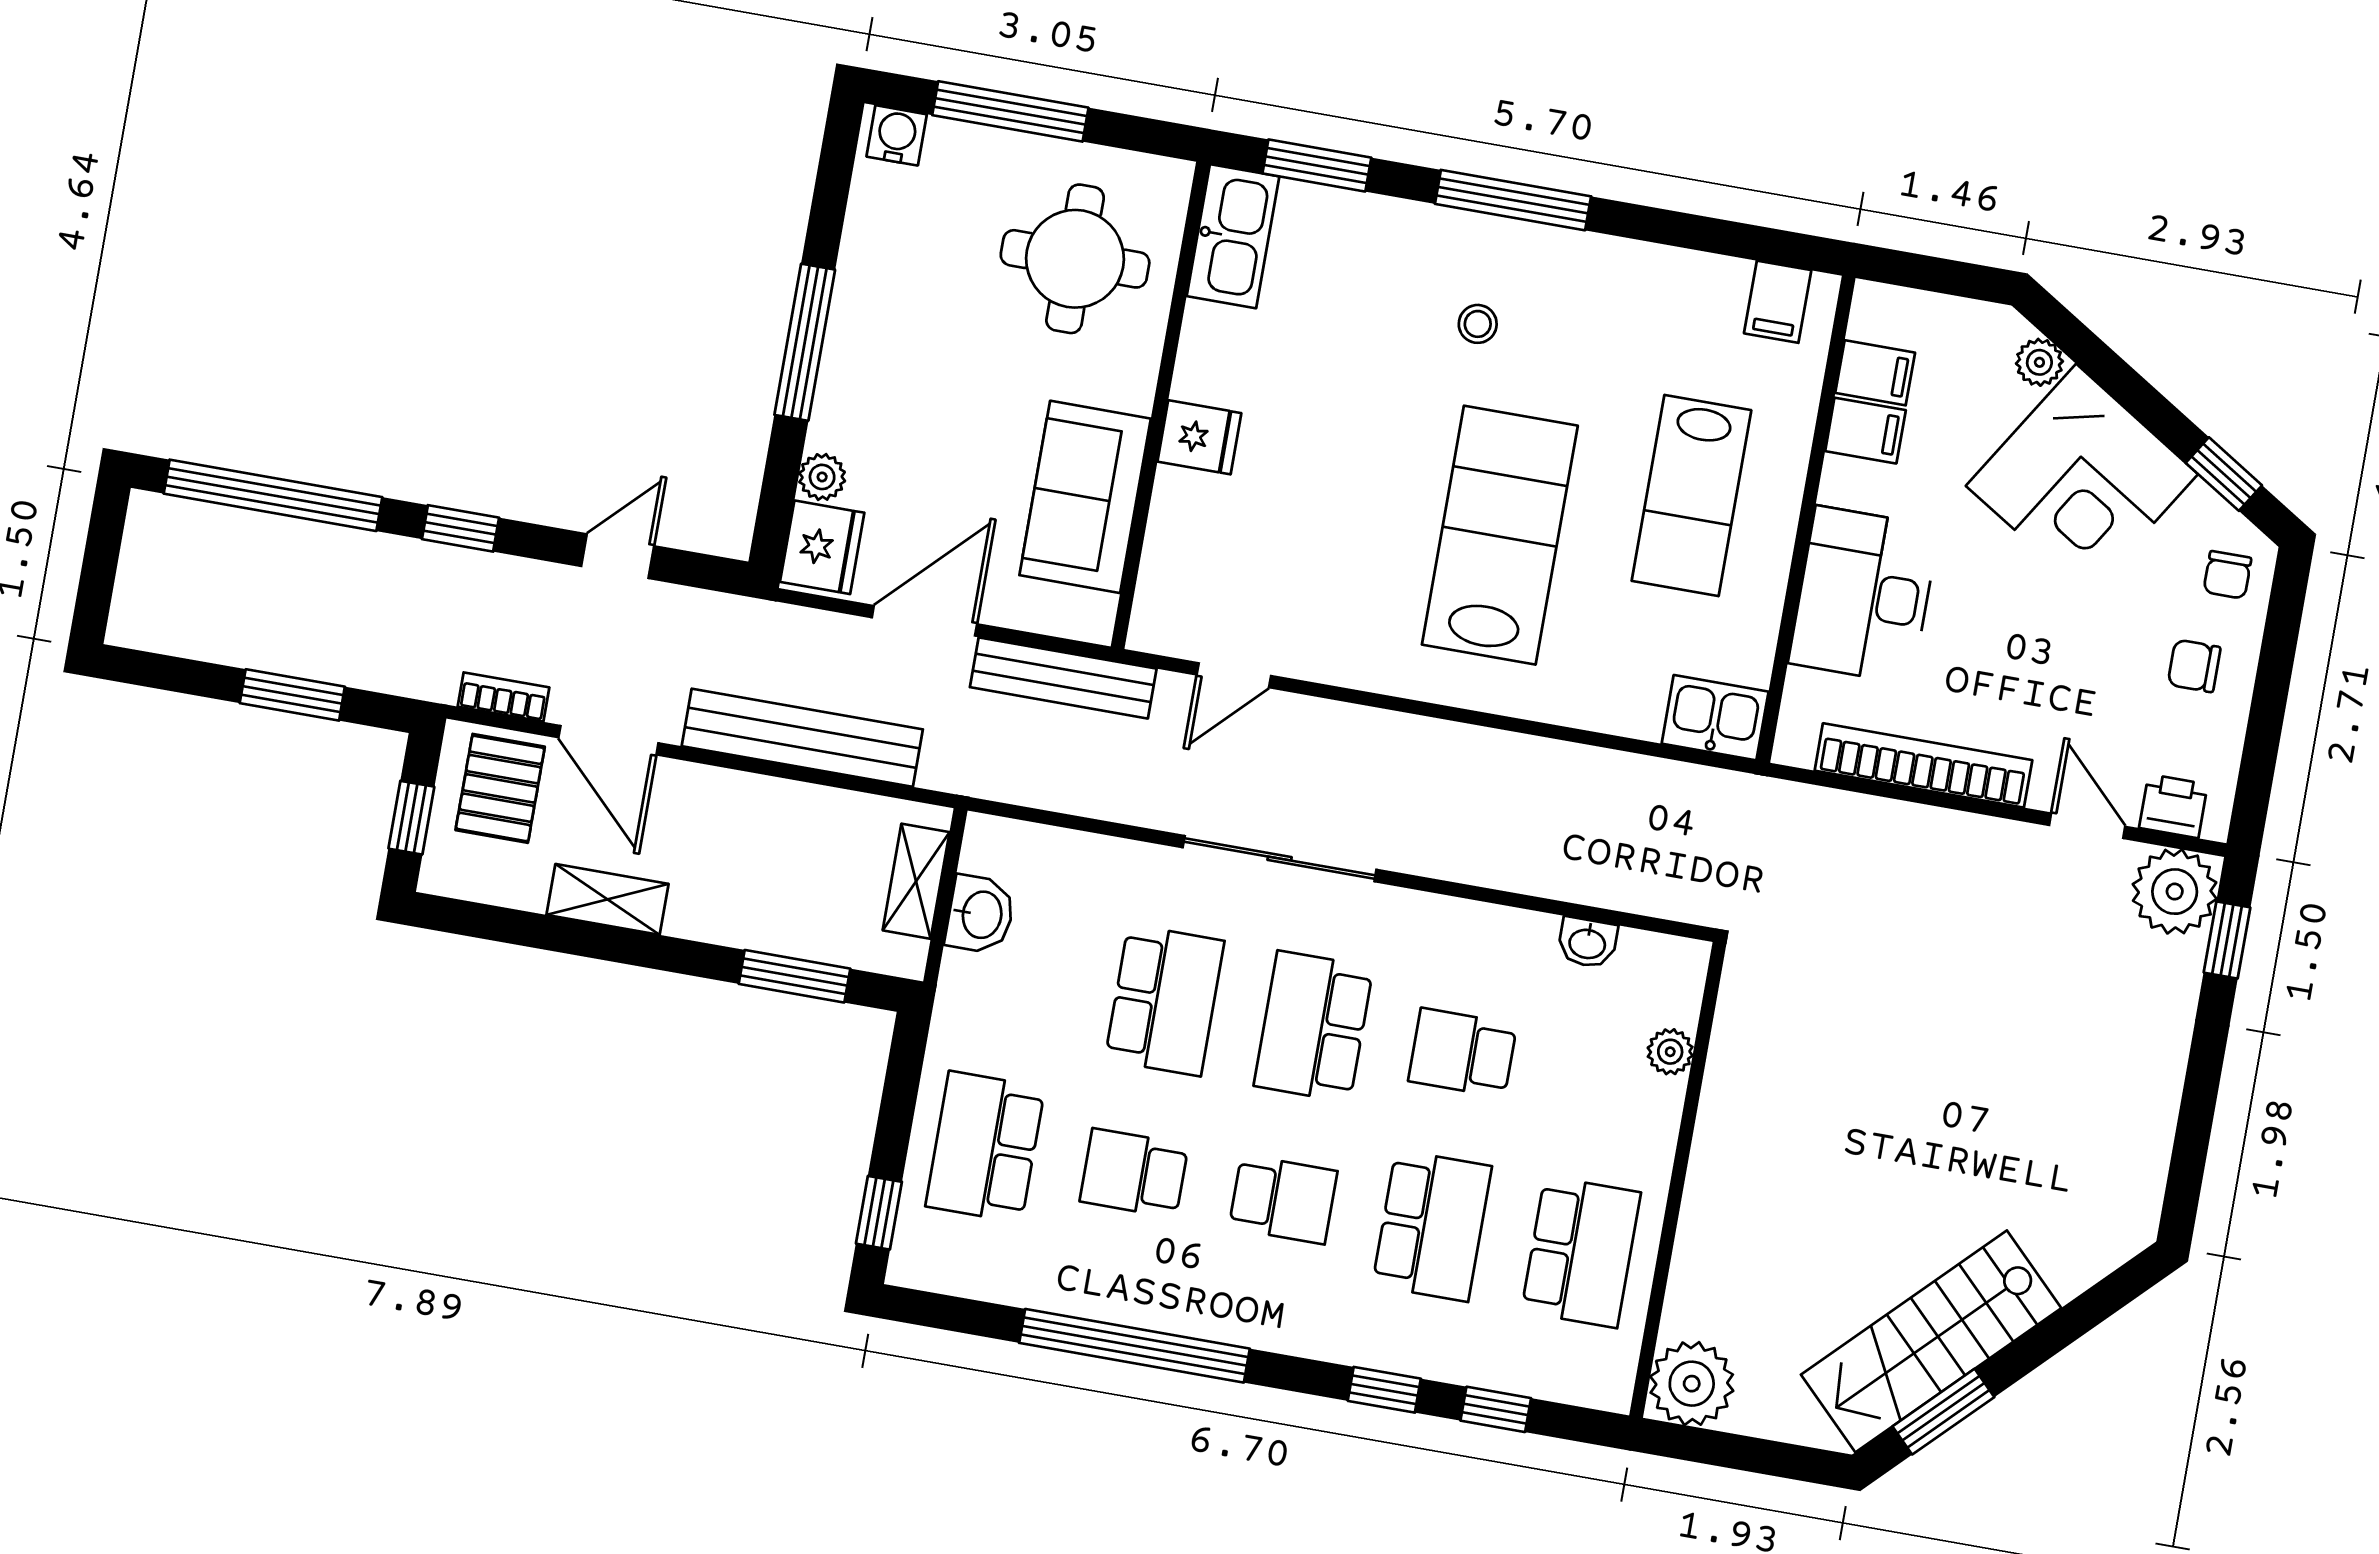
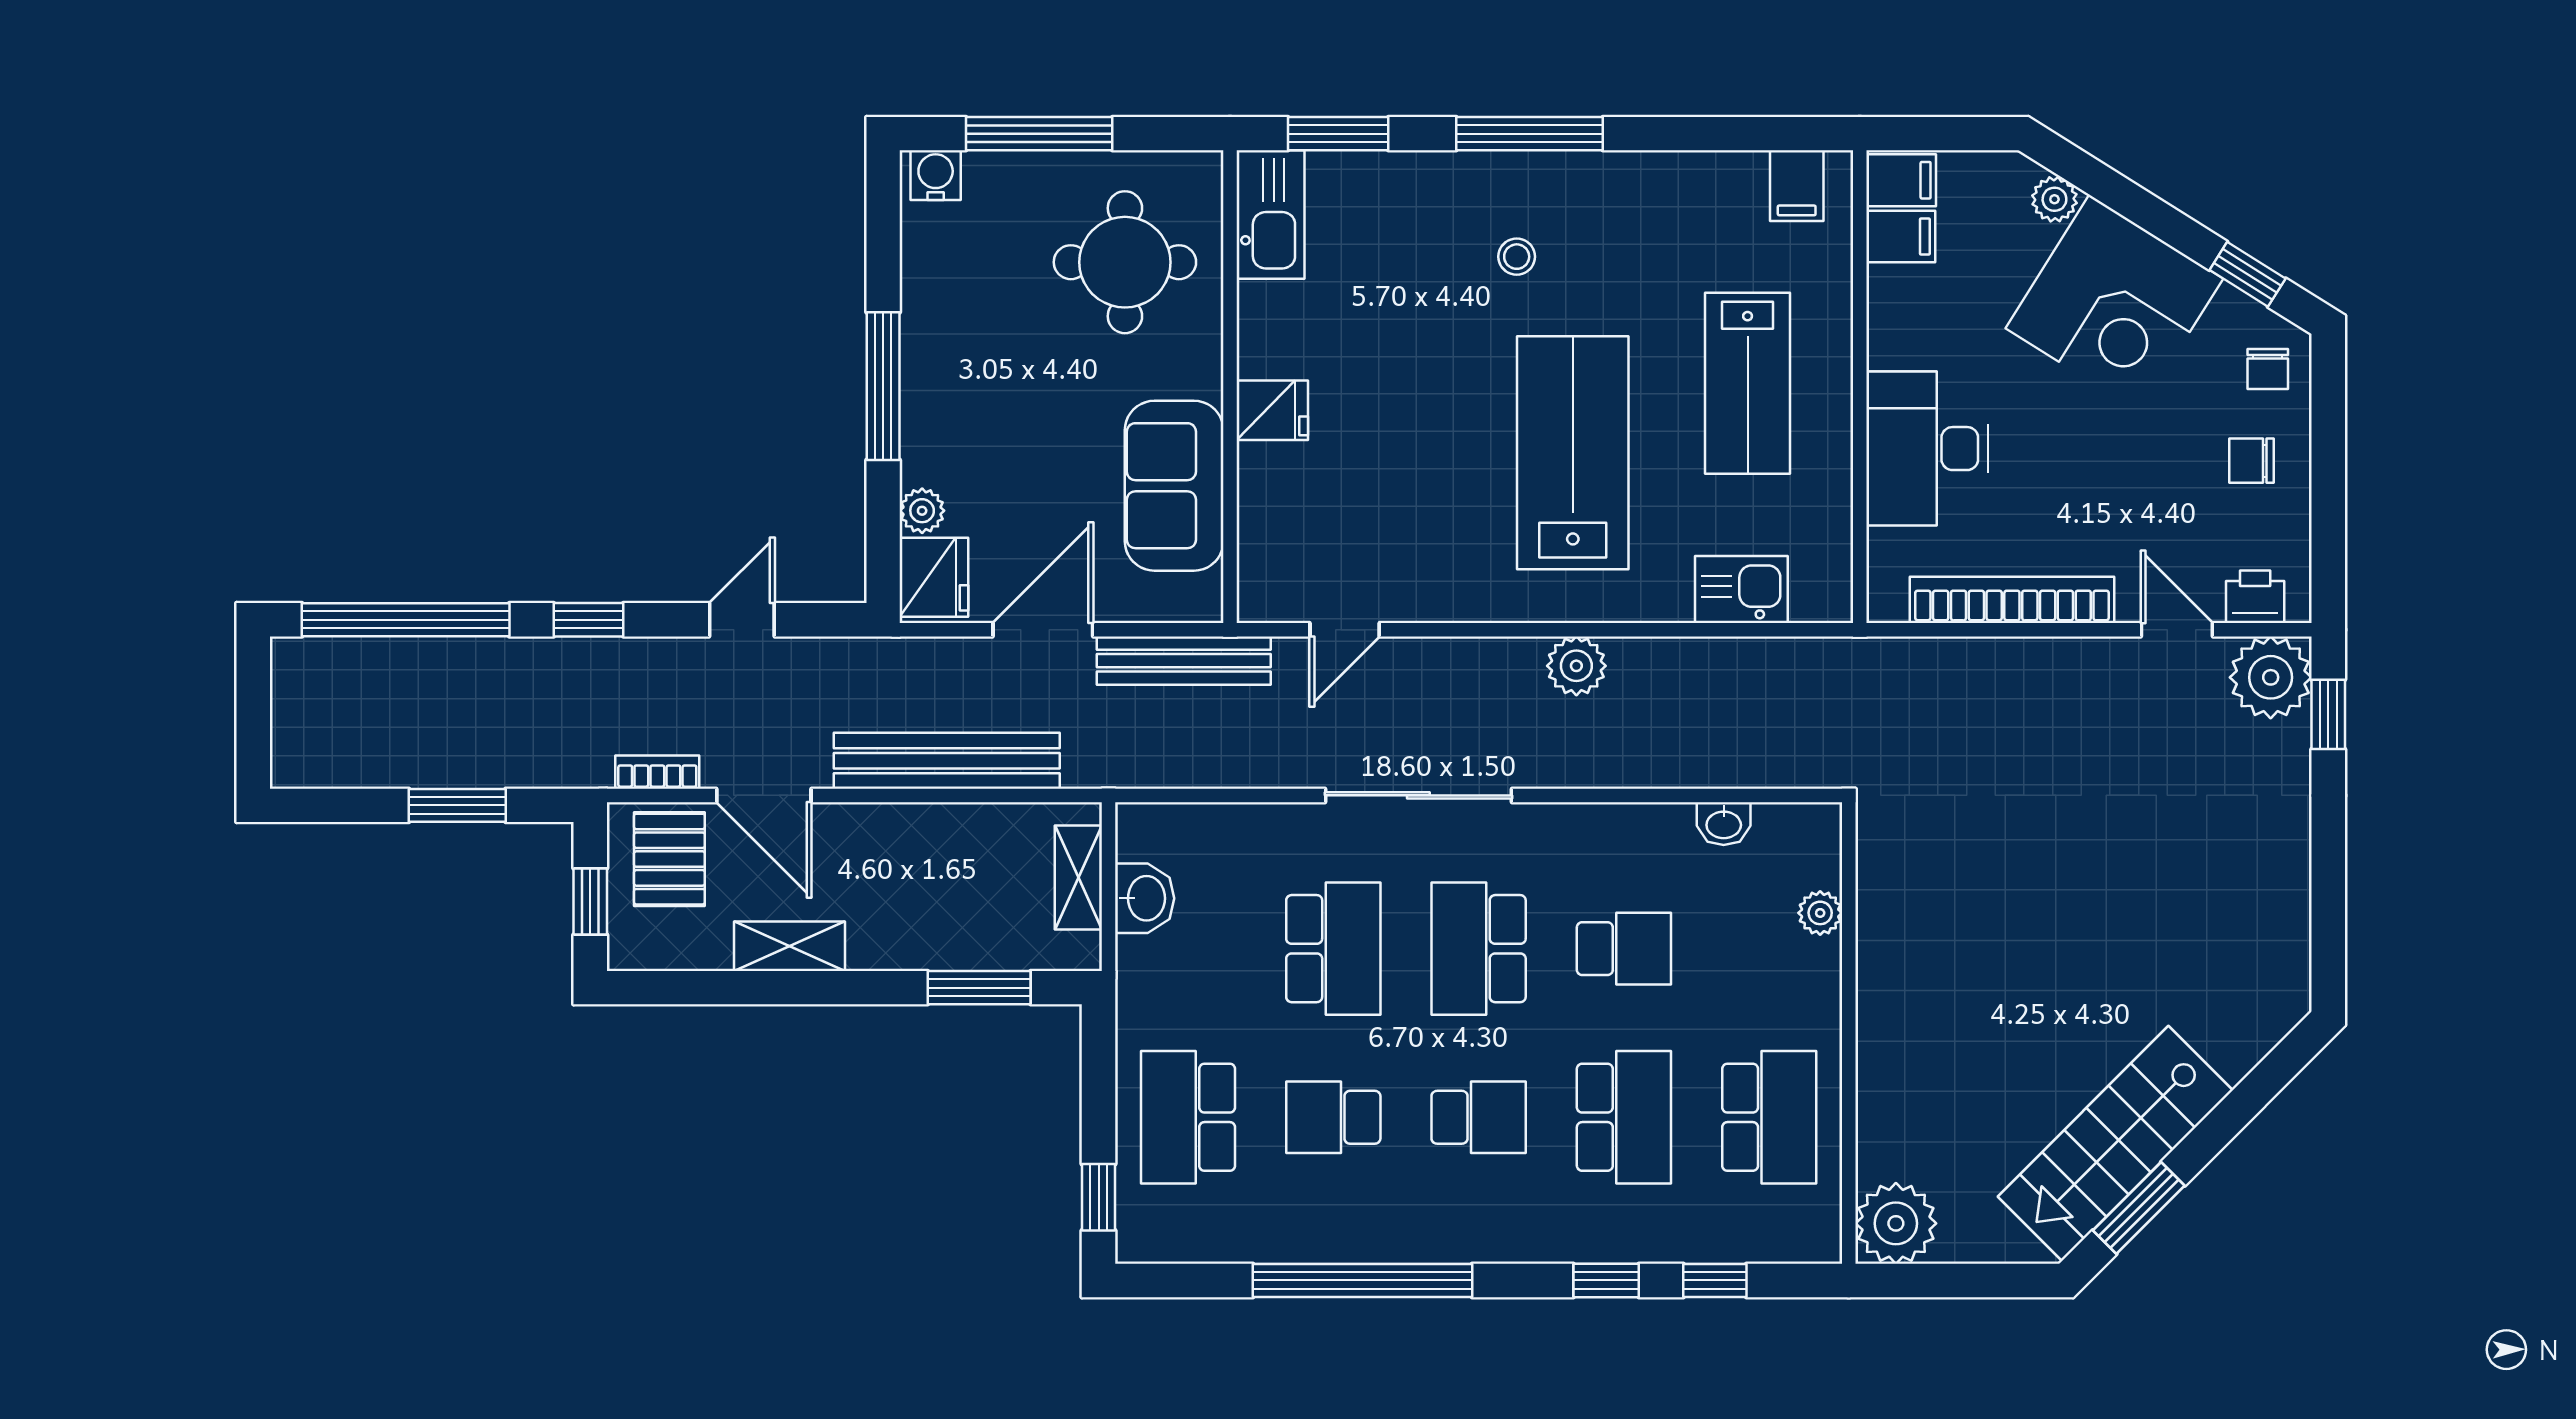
filing cabinet: (1865, 431) -> (1901, 180), moved
kitchen sink: (1715, 718) -> (1741, 589), moved
plant: (1465, 754) -> (1576, 666), added
school desk: (1463, 1053) -> (1624, 949), turned 180

